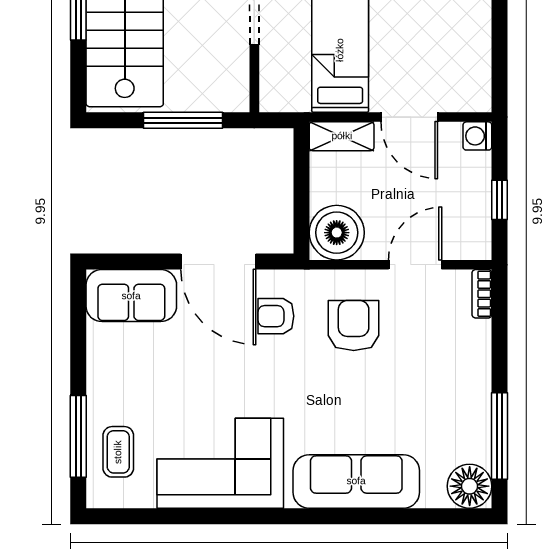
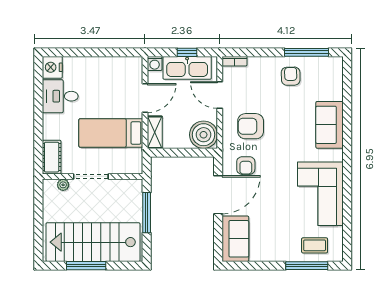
kitchen sink: (469, 200) -> (187, 68), added
armchair: (452, 405) -> (291, 76), added
sofa: (356, 481) -> (330, 125), width x0.73
floor lamp: (470, 486) -> (332, 67), removed

